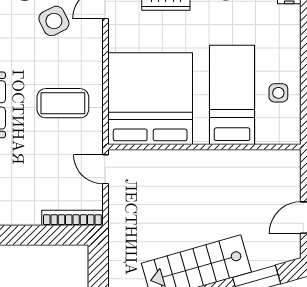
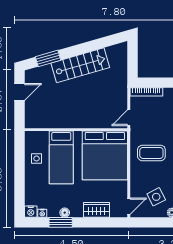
door: (105, 169) -> (129, 118), swing flipped

